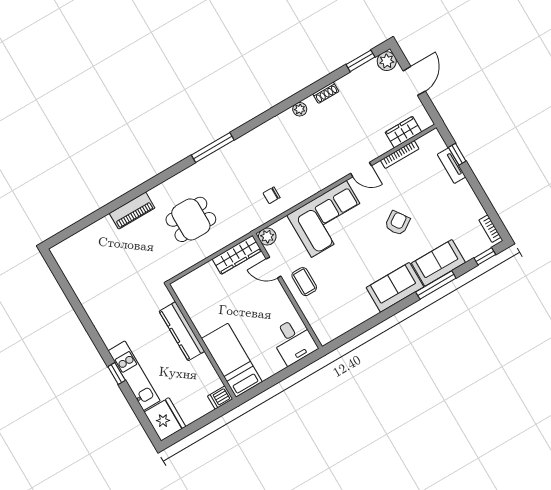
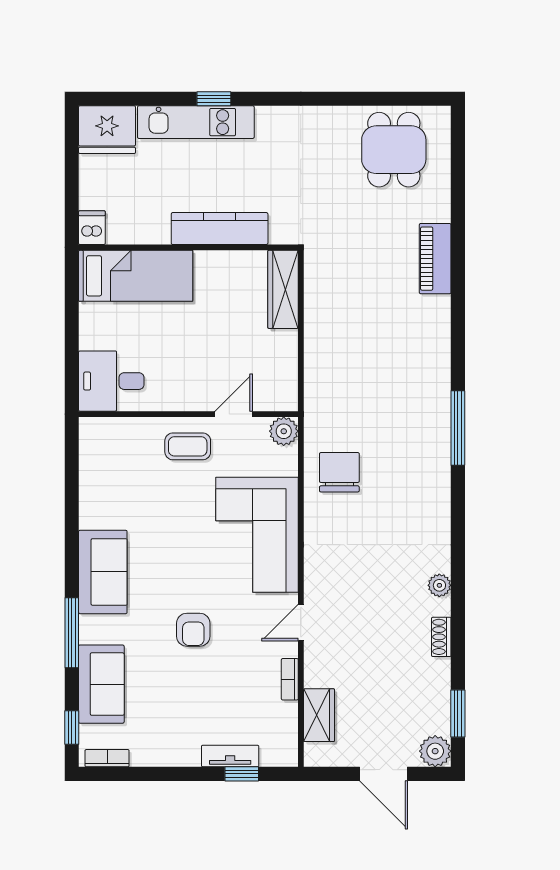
bookcase: (400, 155) -> (290, 679), width x0.64
chair: (272, 195) -> (339, 472), width x1.87, depth x1.87
dining table: (191, 219) -> (394, 150), moved
armchair: (397, 223) -> (193, 630), turned 34
wardrobe: (237, 255) -> (283, 289), moved
sofa: (438, 263) -> (101, 684), moved

